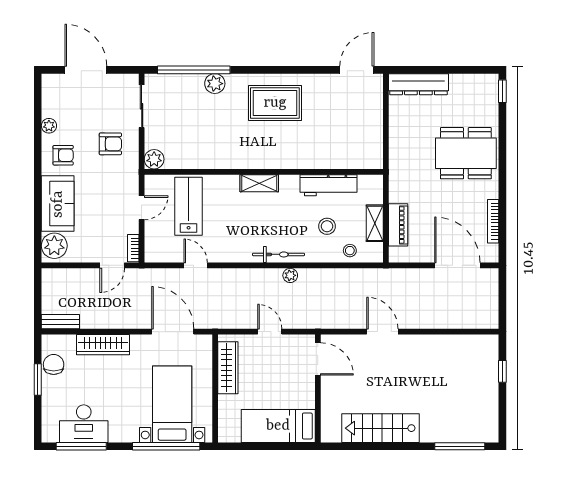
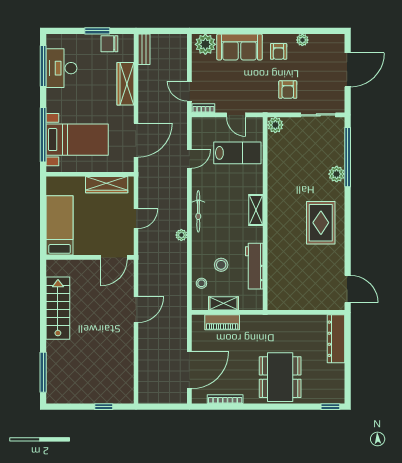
bicycle: (279, 254) -> (198, 211), moved
chair: (54, 364) -> (109, 44), turned 180

